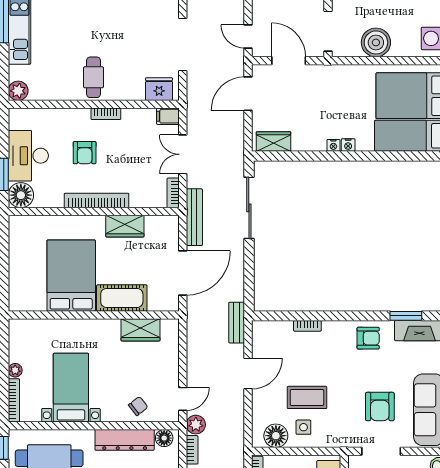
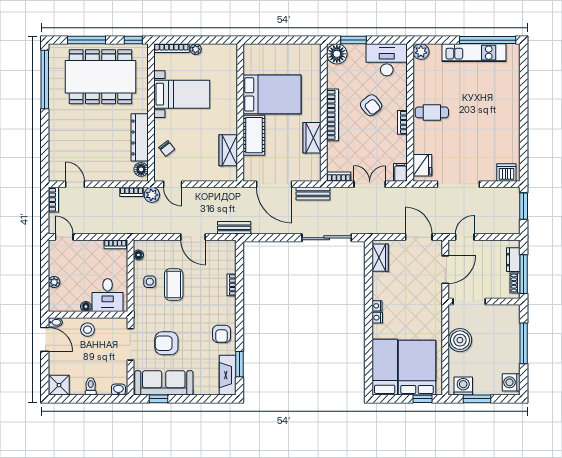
armchair: (85, 153) -> (371, 105), turned -129
desk: (28, 156) -> (387, 60), moved
bench: (194, 217) -> (313, 194), width x0.73
floor lamp: (276, 436) -> (138, 255), width x0.53, depth x0.53

